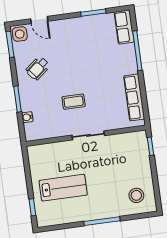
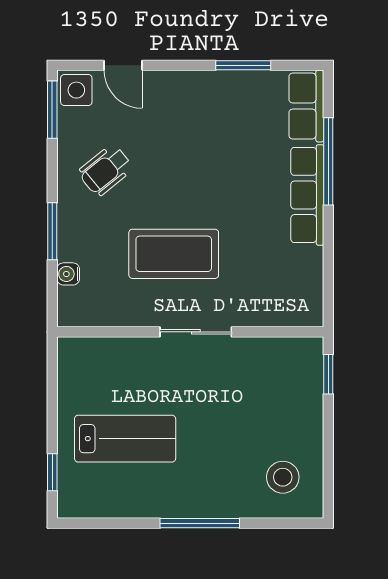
row of seats: (134, 97) -> (307, 195), moved
coffee table: (74, 102) -> (174, 254), width x1.86, depth x1.72

